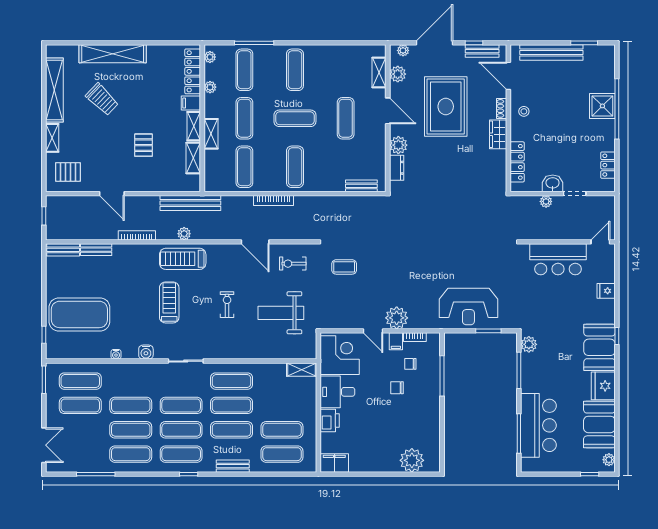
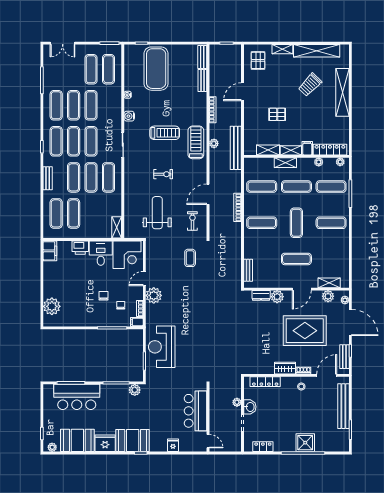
filing cabinet: (396, 341) -> (137, 322), moved

